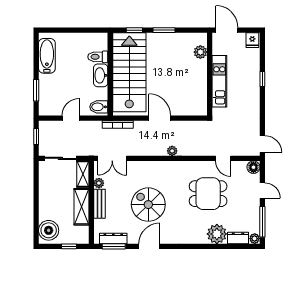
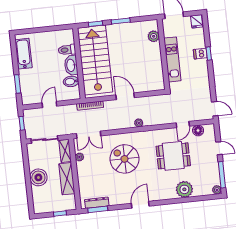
dishwasher: (252, 78) -> (200, 54), added
bidet: (99, 107) -> (71, 81), moved
door: (223, 158) -> (183, 125), hinge flipped
floor lamp: (253, 167) -> (198, 131), moved
bench: (100, 204) -> (82, 175), removed
spiral stairs: (148, 205) -> (124, 159), moved
boiler: (49, 230) -> (38, 177), moved
dresser: (238, 238) -> (203, 191), removed
door: (149, 246) -> (140, 205), moved

